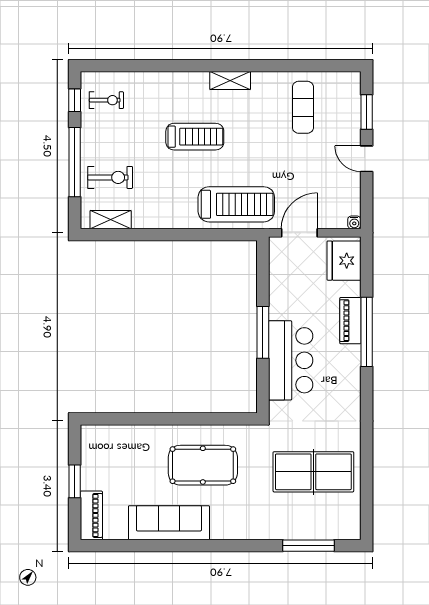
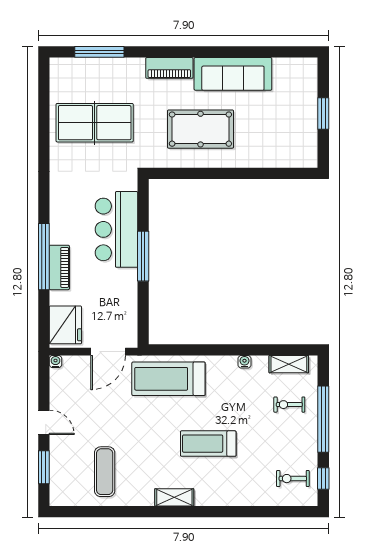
exercise bike: (110, 177) -> (289, 405), width x0.73, depth x0.72
water cooler: (157, 222) -> (244, 362), added
piano: (91, 515) -> (169, 68), moved, turned -90

